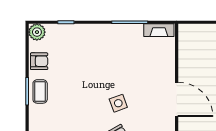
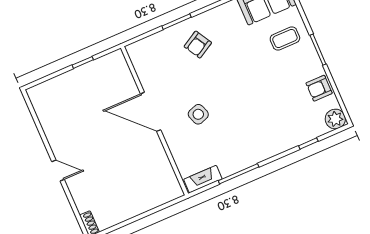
coffee table: (40, 91) -> (285, 38), moved, turned 90
side table: (118, 103) -> (198, 114), moved

